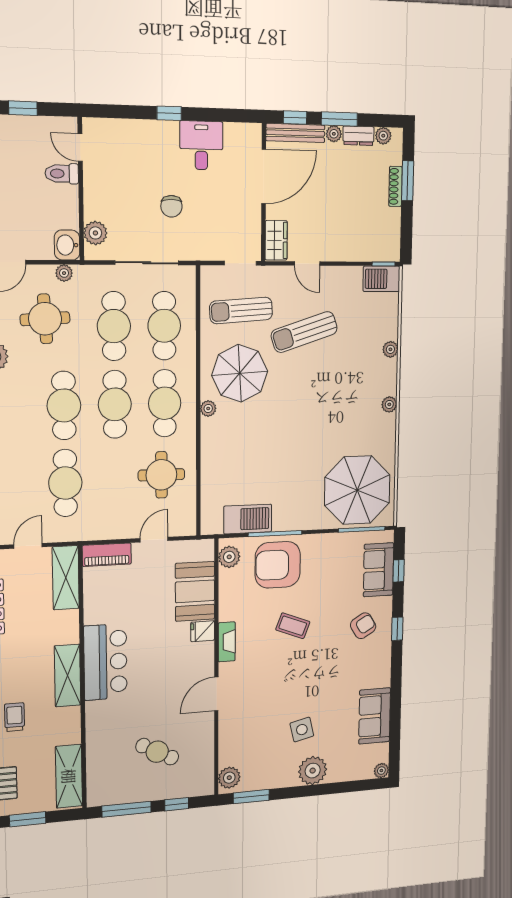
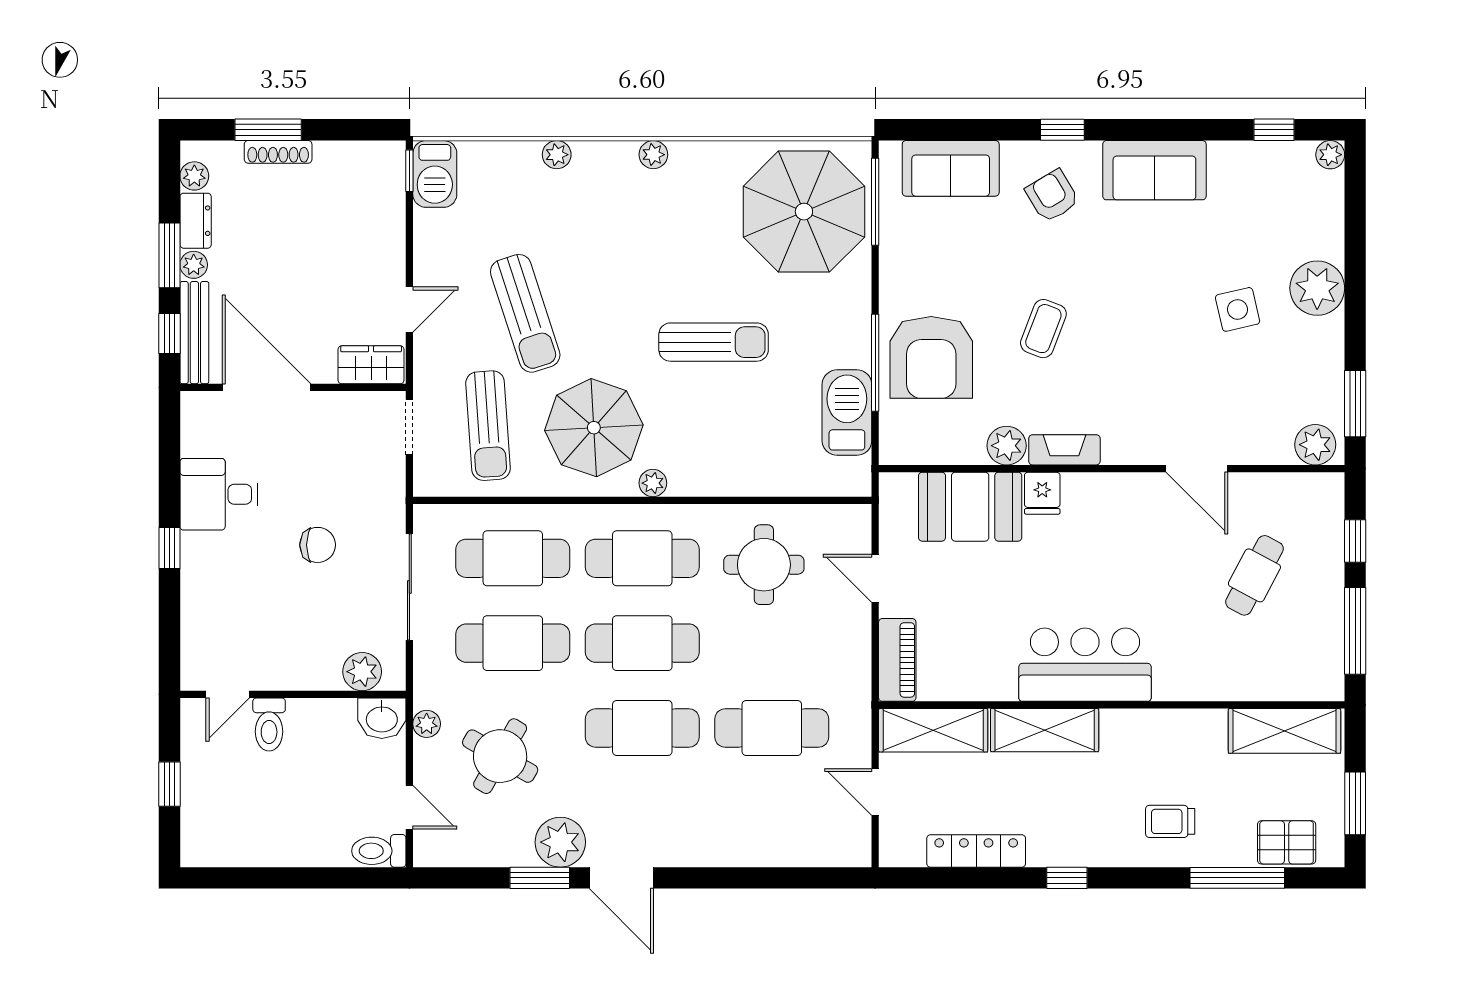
round table: (45, 319) -> (500, 756), turned 33
sun lounger: (287, 442) -> (714, 342), added
plant: (229, 557) -> (1007, 446), moved
window: (399, 571) -> (1274, 130), moved
shelving: (68, 676) -> (1045, 730), moved
door: (216, 694) -> (1197, 469), moved
sofa: (375, 716) -> (1154, 170), moved

